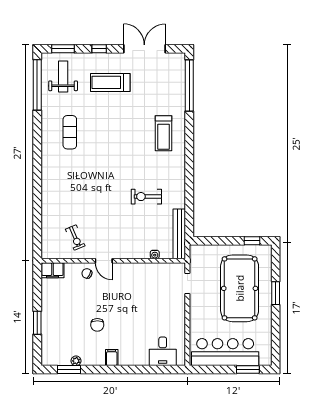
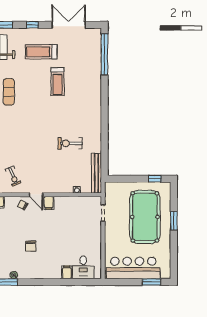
treadmill: (163, 133) -> (58, 82), moved
filing cabinet: (120, 271) -> (49, 203), added
filing cabinet: (112, 358) -> (67, 272), moved

